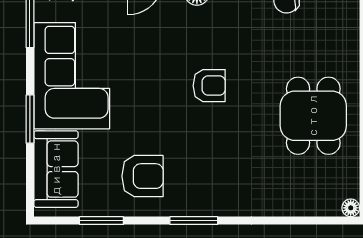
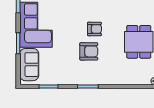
armchair: (142, 176) -> (89, 51), moved

